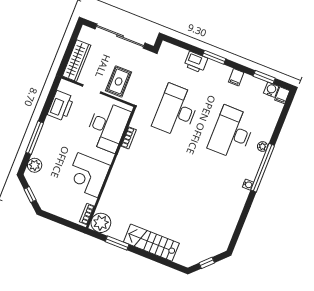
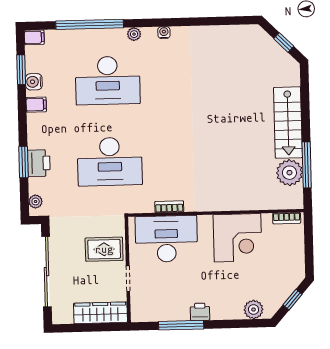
plant: (171, 49) -> (36, 201), added
window: (214, 57) -> (24, 162), moved
water cooler: (271, 90) -> (34, 82), moved
printer: (61, 106) -> (200, 312), moved, width x0.53, depth x0.68
window: (35, 138) -> (181, 325), moved
plant: (262, 146) -> (134, 34), moved
window: (263, 168) -> (90, 24), moved
plant: (101, 223) -> (289, 173), moved
window: (117, 243) -> (307, 165), width x1.44

